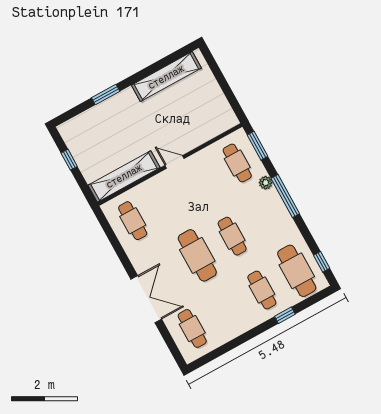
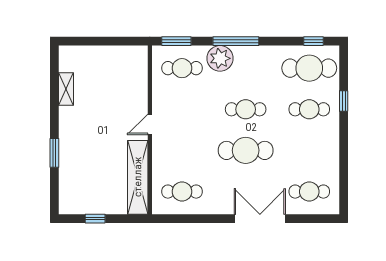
shelving: (166, 77) -> (66, 89), width x0.45, depth x0.75
plant: (266, 183) -> (220, 58), width x1.87, depth x1.87

